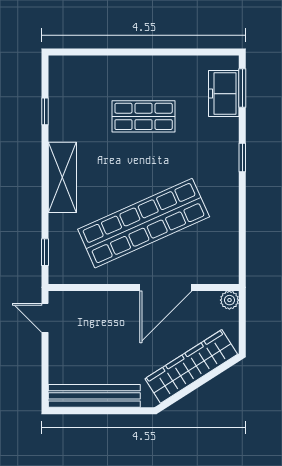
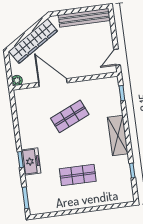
freezer: (224, 94) -> (31, 162), moved
shop shelf: (144, 223) -> (70, 116), width x0.50, depth x0.74
door: (166, 287) -> (53, 83), hinge flipped
door: (45, 318) -> (117, 57), swing flipped

